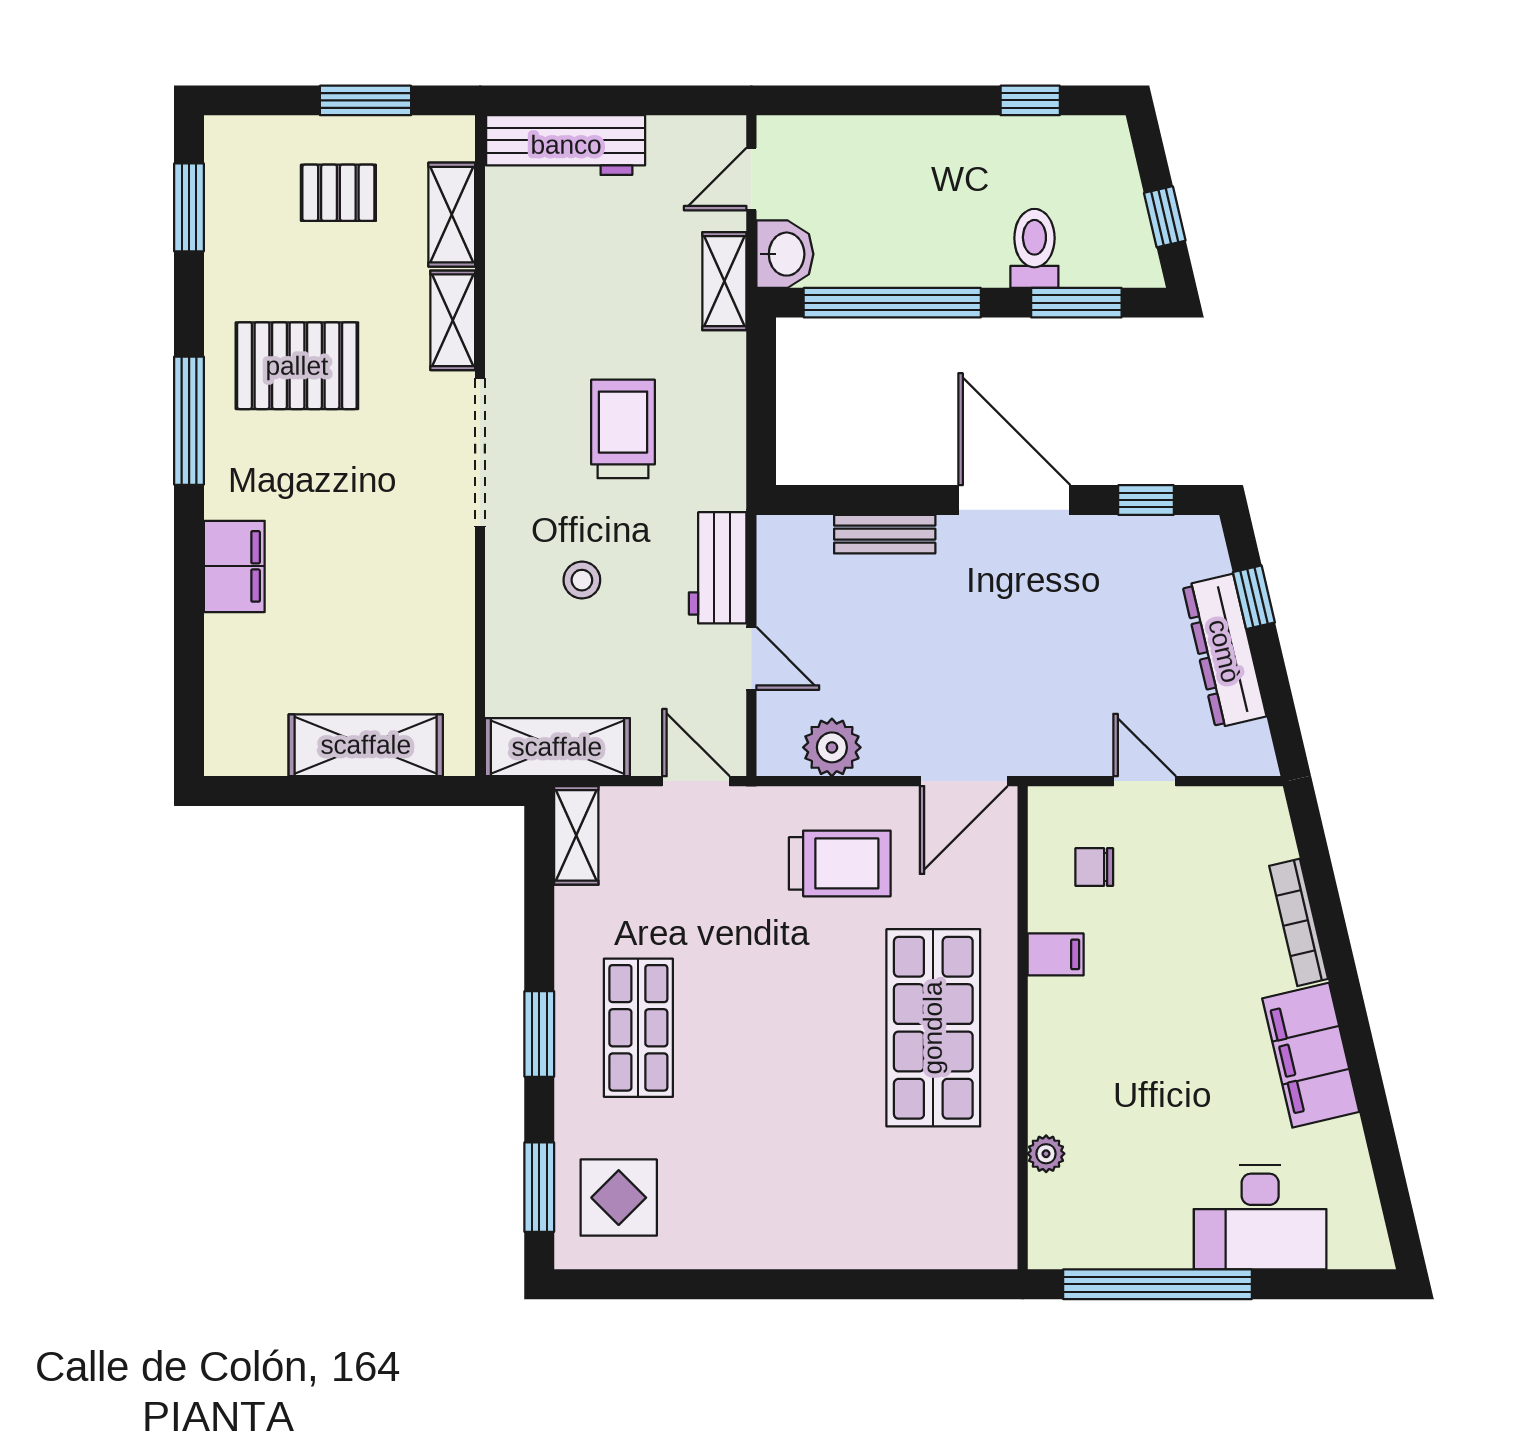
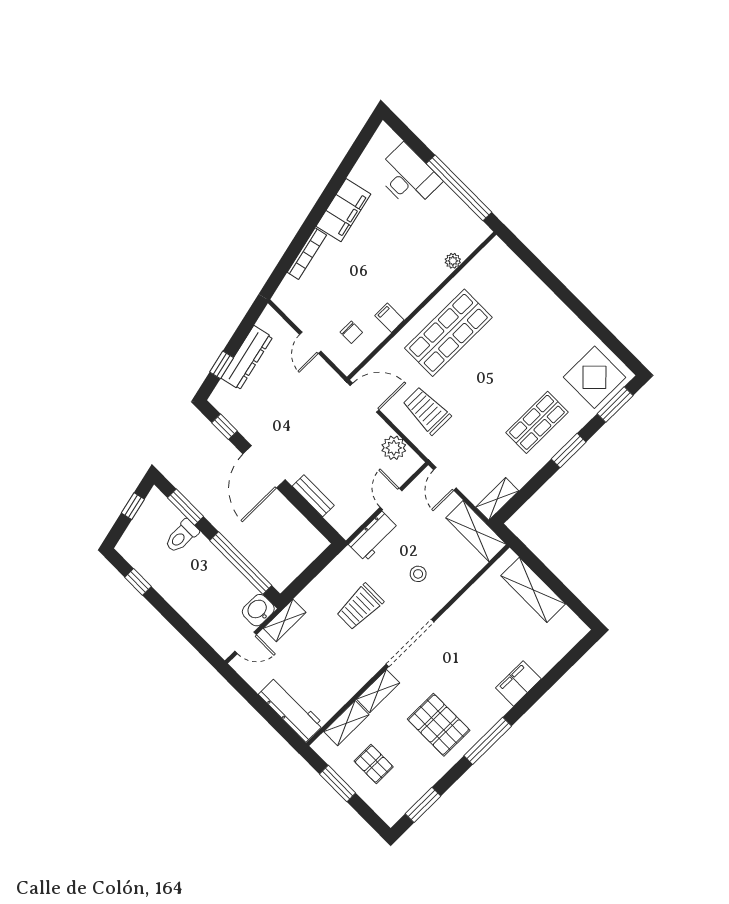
display table: (619, 1198) -> (594, 377), width x1.36, depth x1.36

